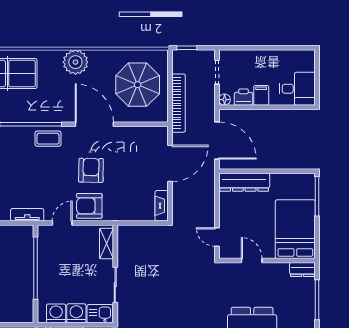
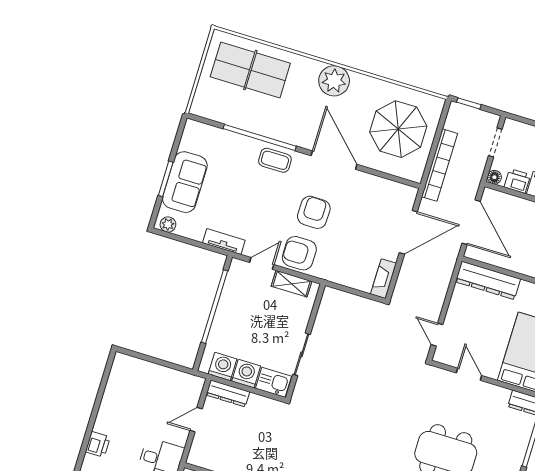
shelving: (106, 243) -> (291, 284), moved, turned 90

